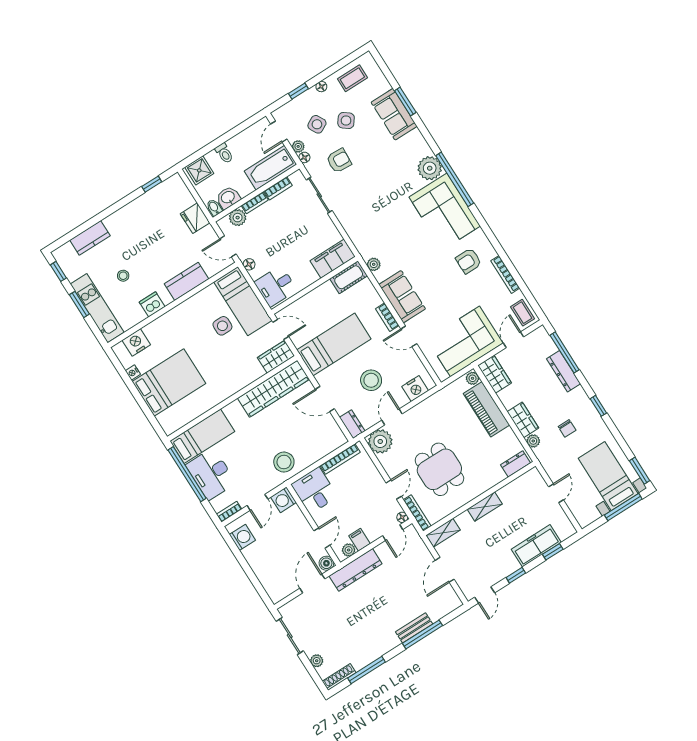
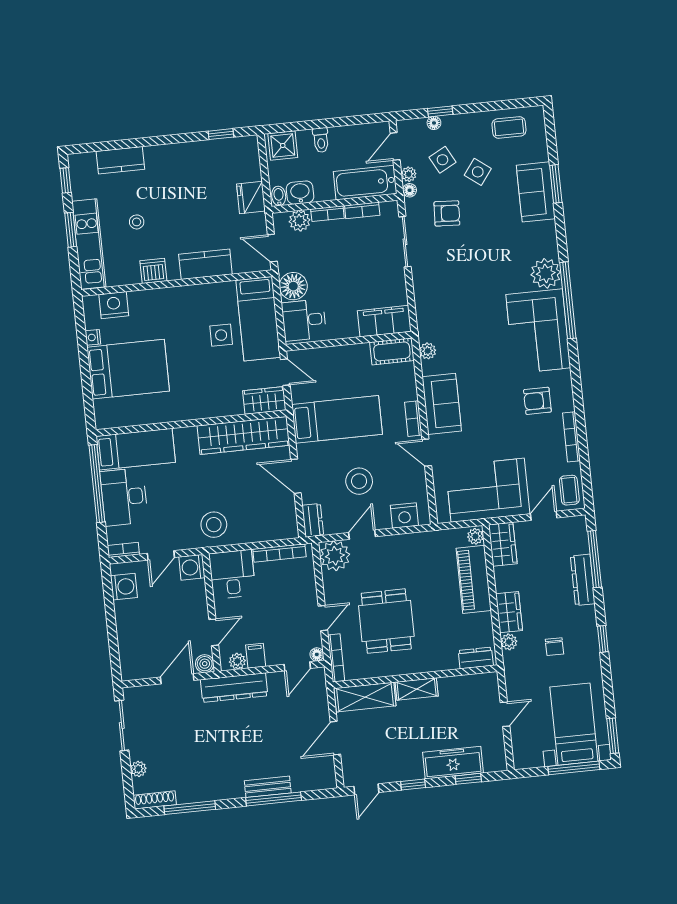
floor lamp: (321, 87) -> (434, 123), moved
floor lamp: (249, 264) -> (293, 286), width x1.89, depth x1.89
shelving: (443, 533) -> (365, 697), width x1.50, depth x1.33

